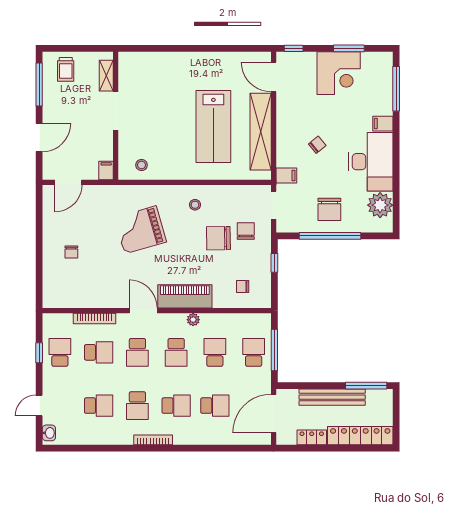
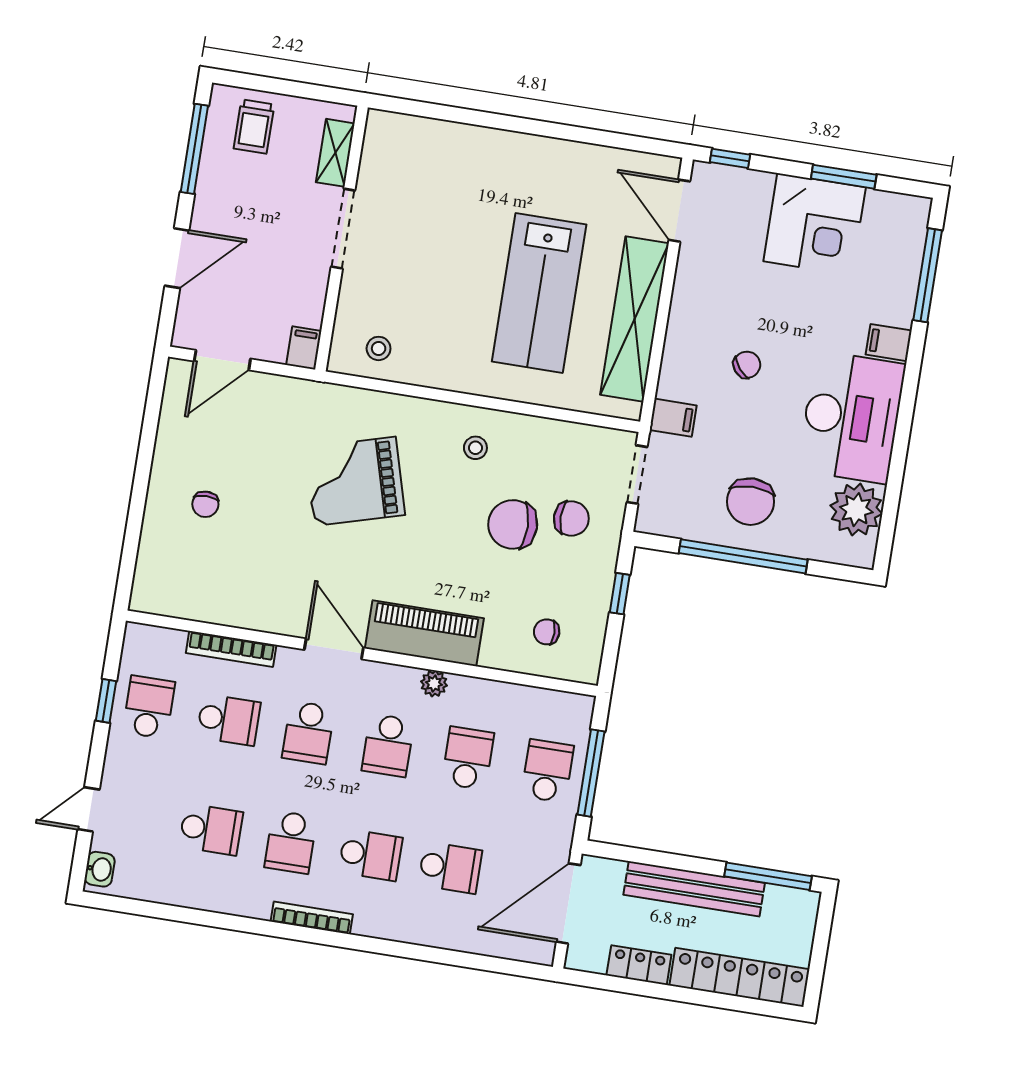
chair: (246, 231) -> (571, 518), turned 90

